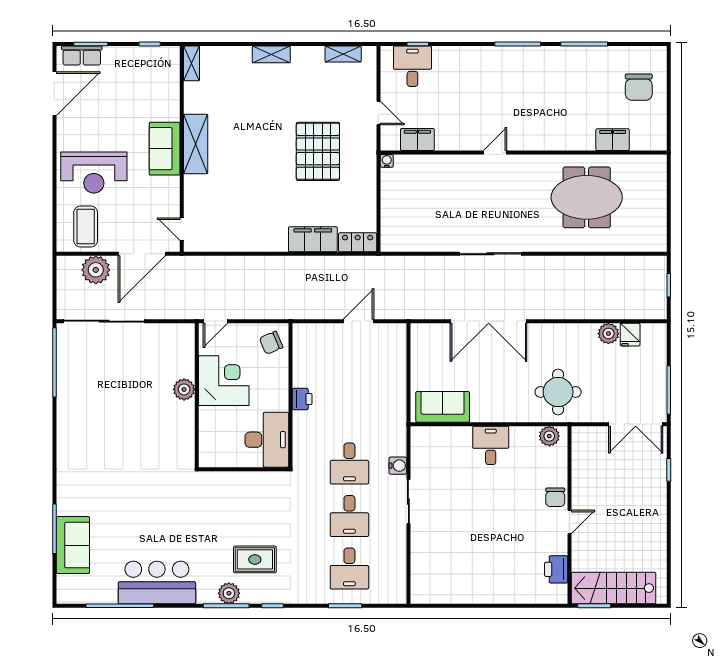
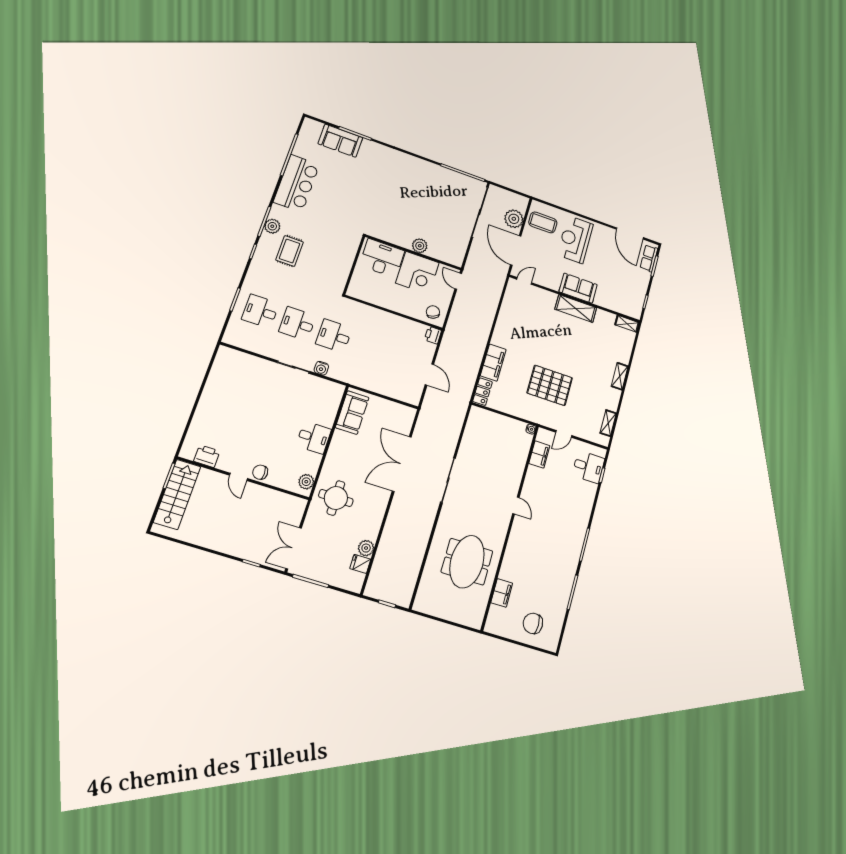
printer: (302, 399) -> (433, 335), moved, turned 90
desk: (267, 440) -> (382, 258), moved, turned 180

